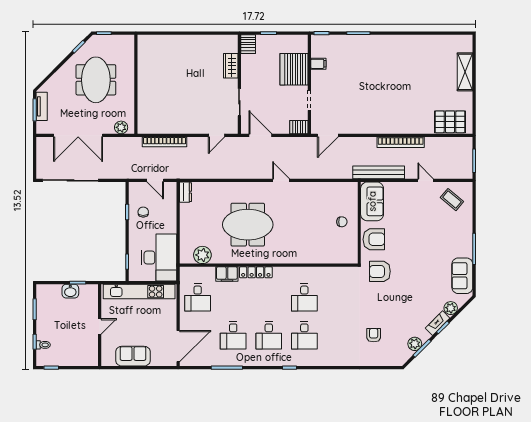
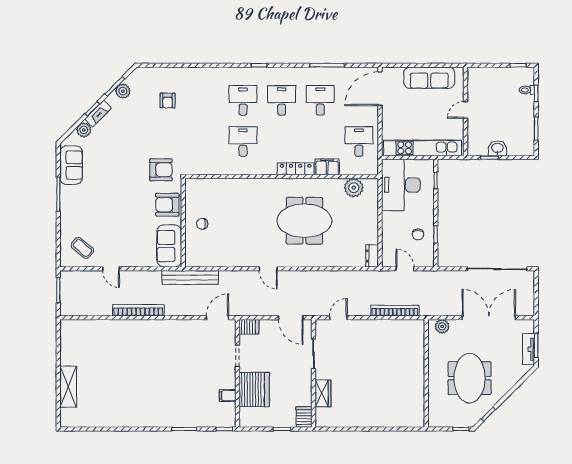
pallet: (450, 122) -> (85, 332), removed
bench: (379, 172) -> (190, 277), moved
sofa: (133, 356) -> (429, 78), width x1.36

